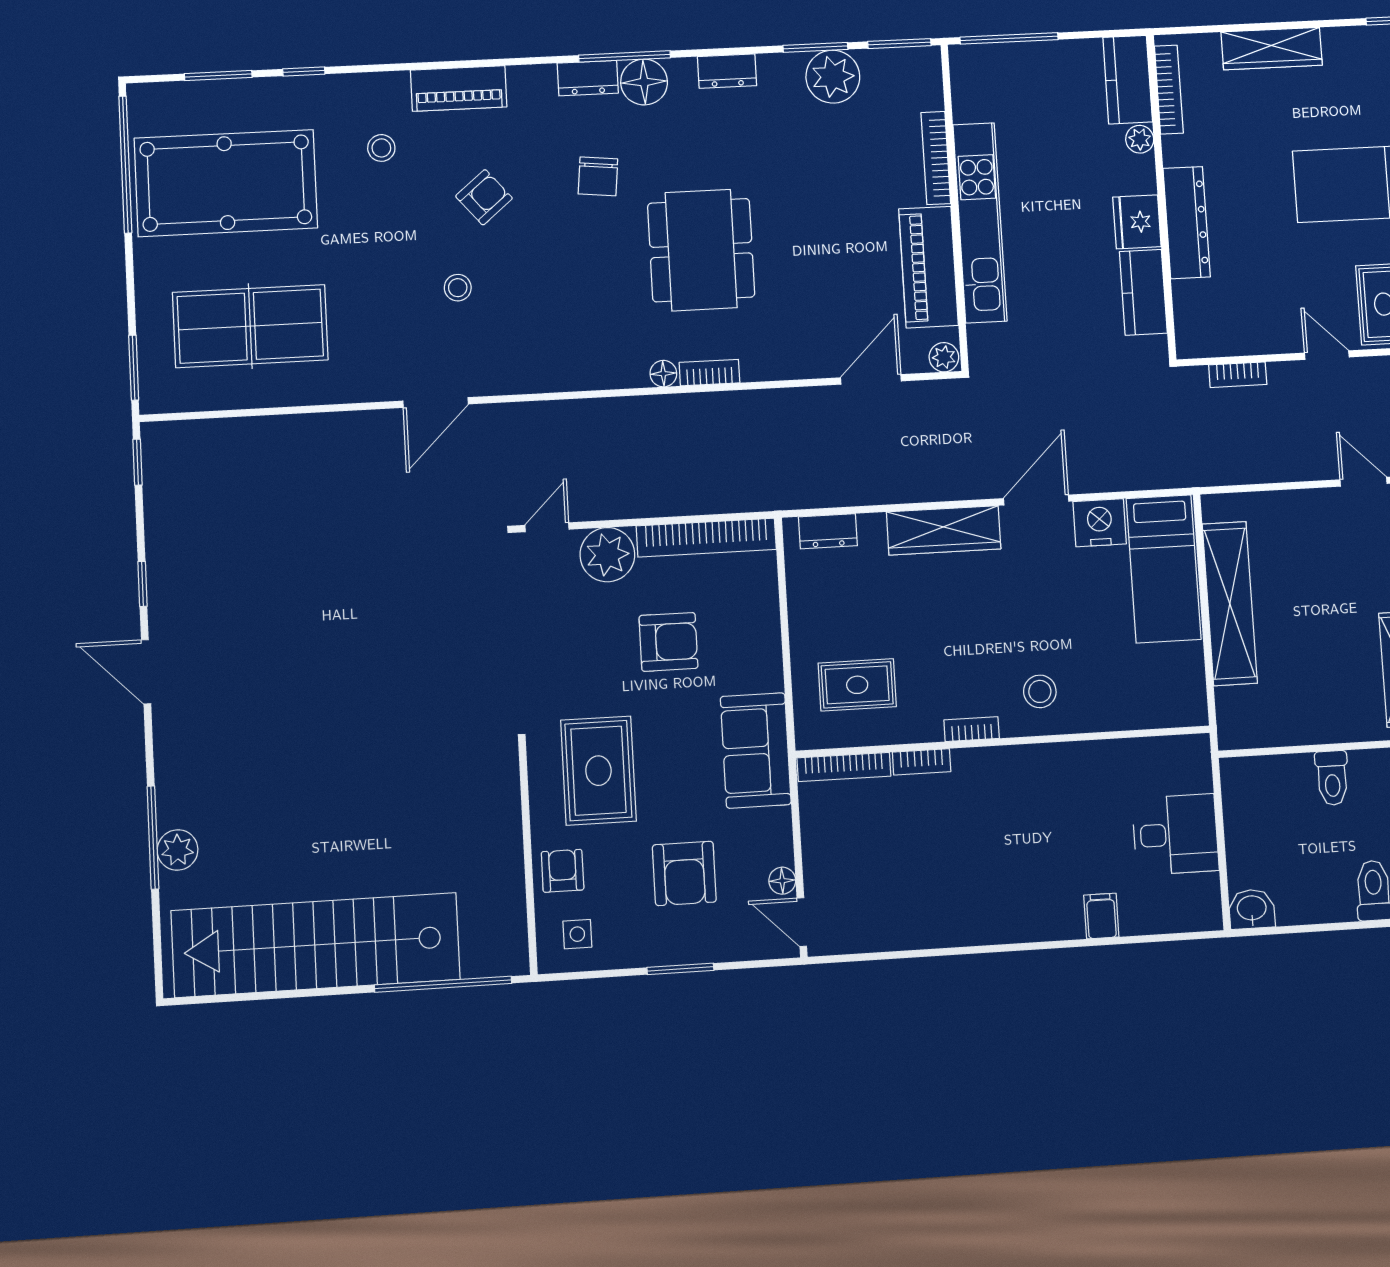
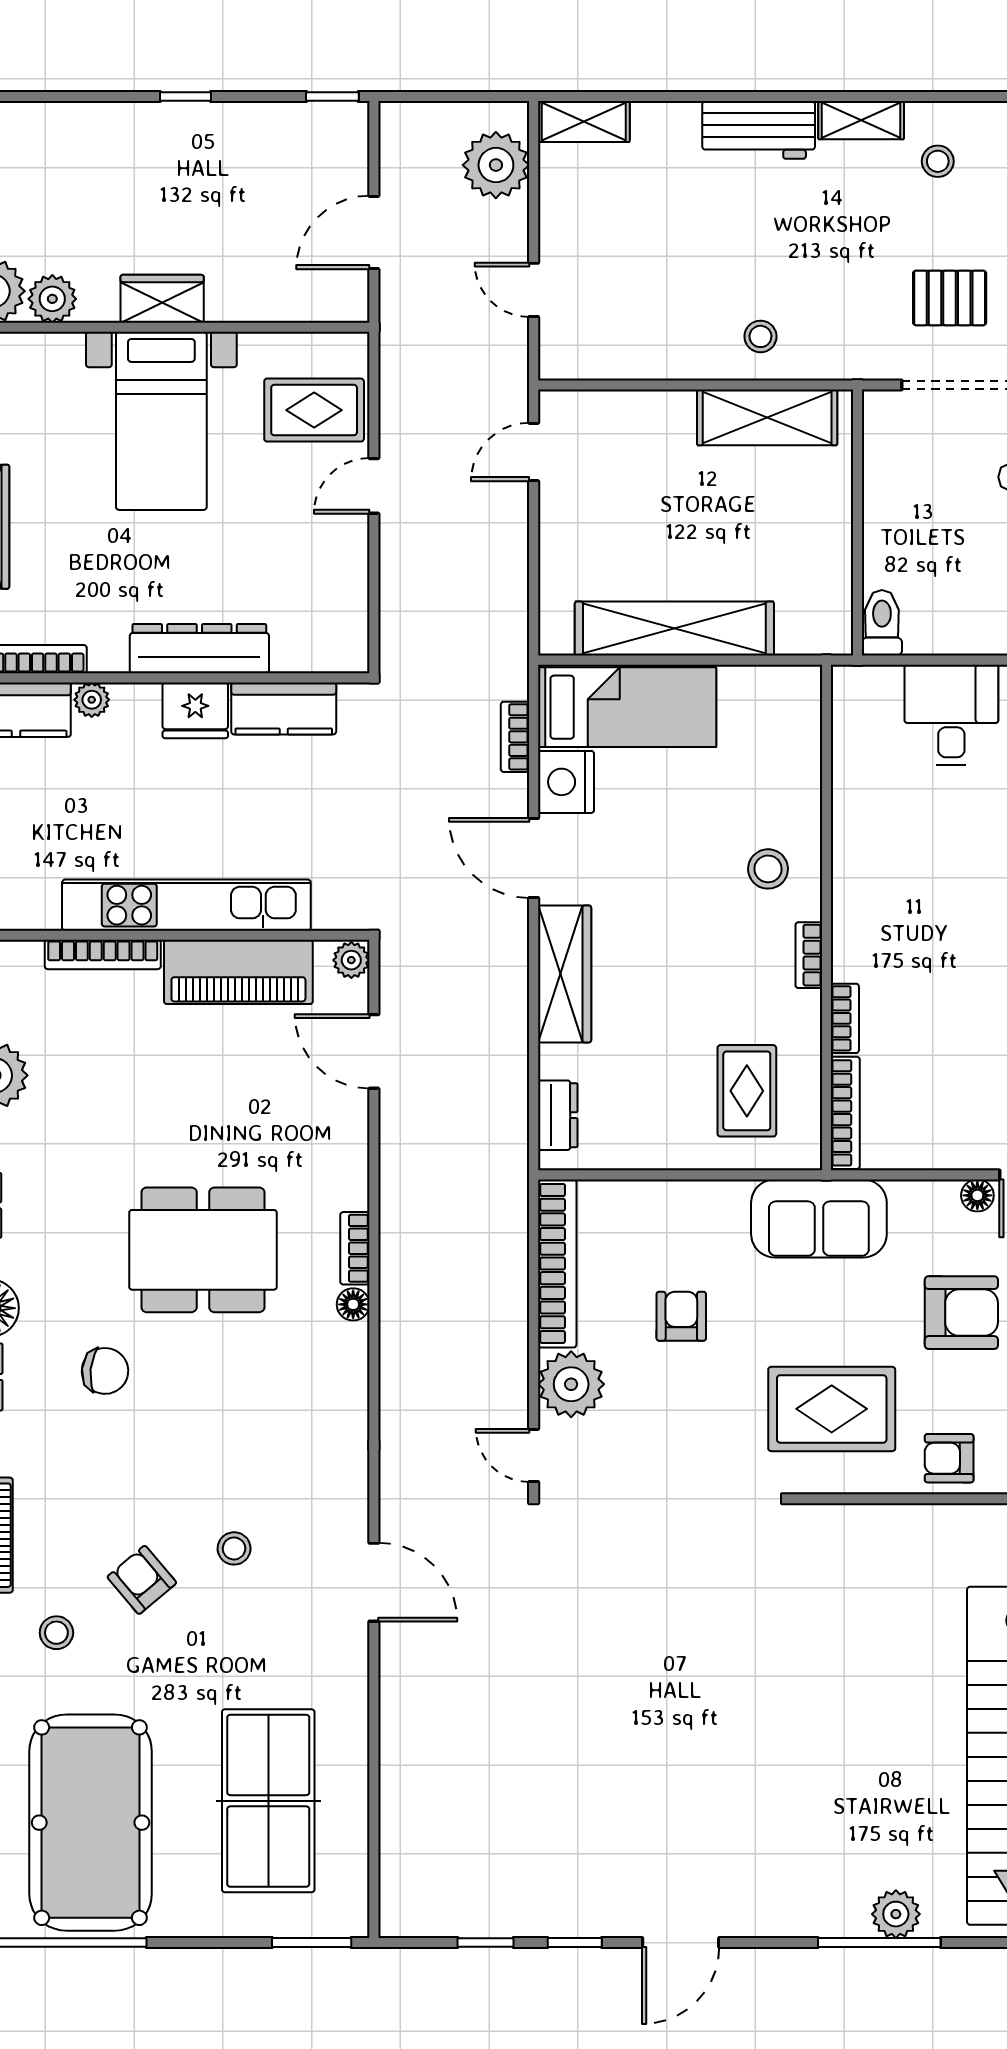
armchair: (484, 197) -> (142, 1580), moved
bookcase: (1238, 375) -> (515, 737), moved, turned 180
window: (138, 462) -> (485, 1943), moved
armchair: (668, 642) -> (681, 1316), width x0.72, depth x0.72
toilet: (1332, 778) -> (882, 623), moved, turned -90

